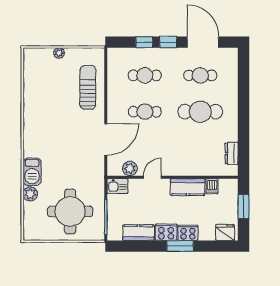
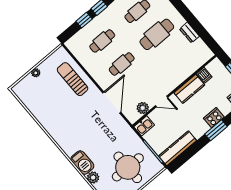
dresser: (232, 153) -> (189, 33), moved
door: (152, 177) -> (162, 101), swing flipped
cooker: (166, 232) -> (200, 129), removed
kitchen counter: (139, 233) -> (178, 148), width x1.50

